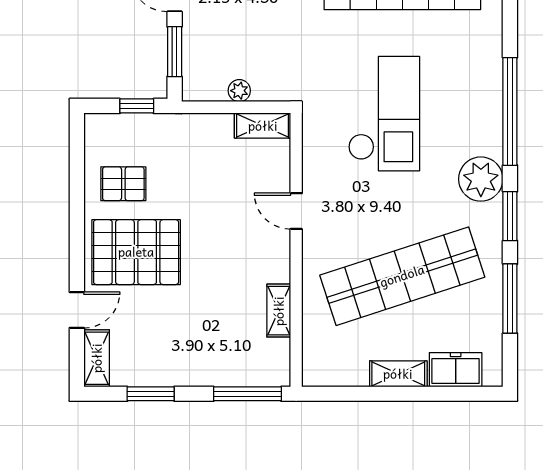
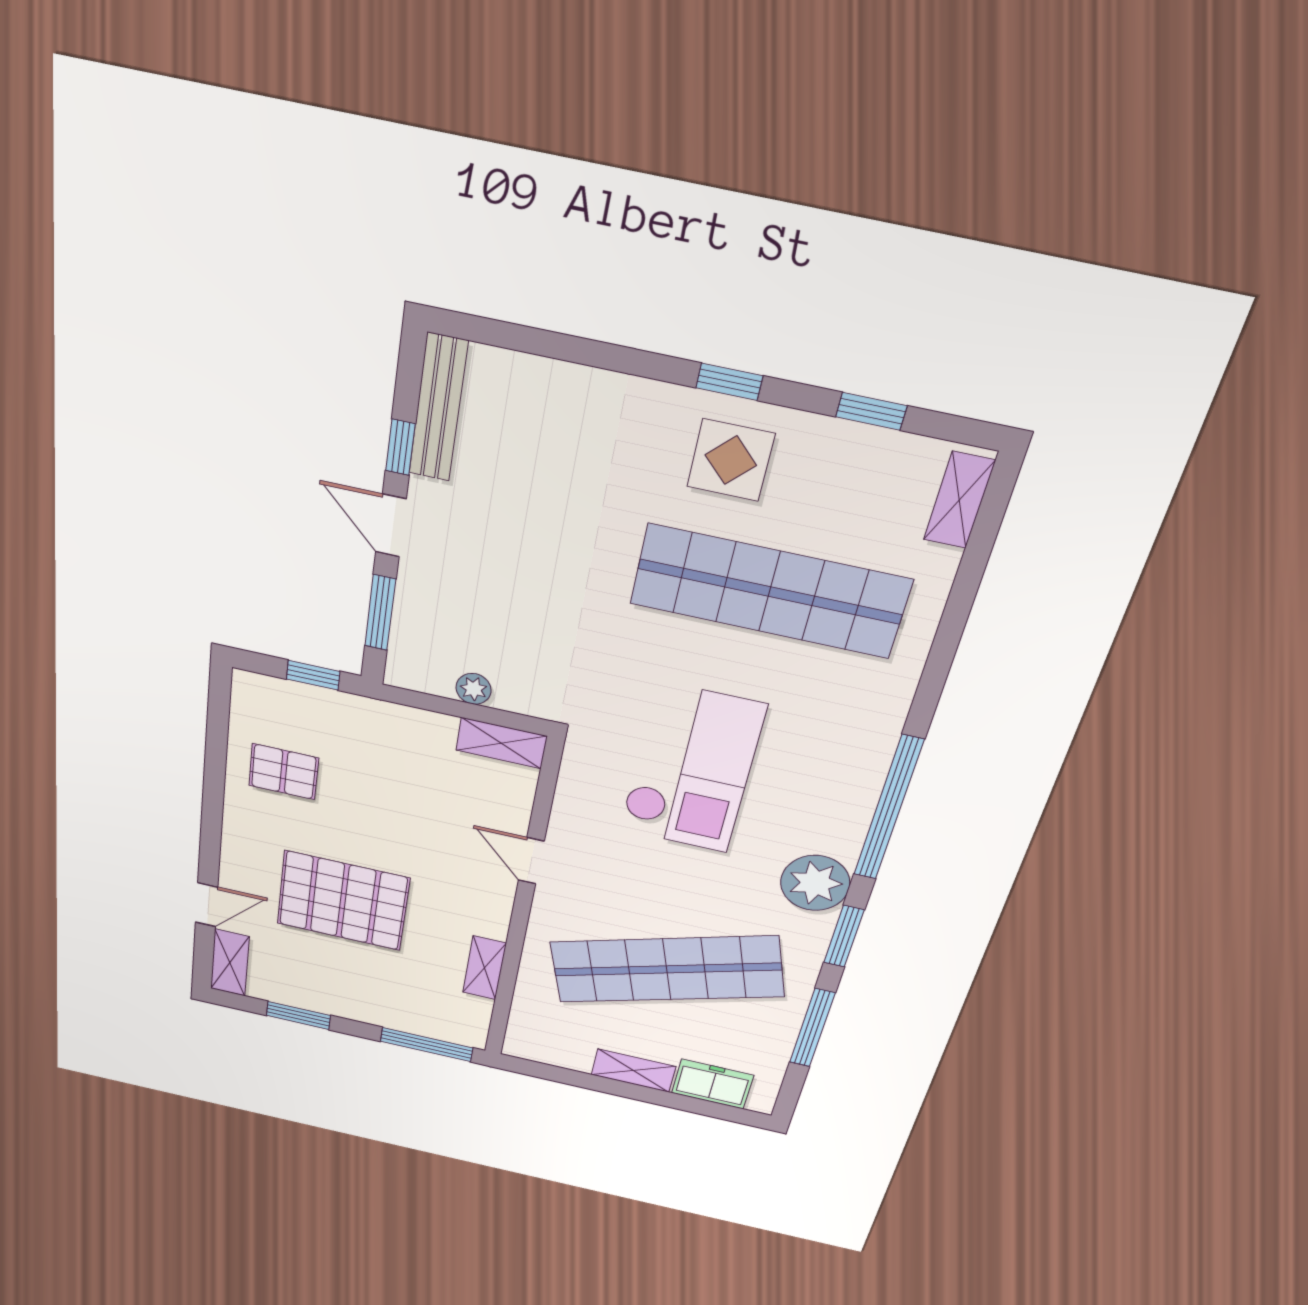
pallet: (136, 252) -> (343, 901), moved

